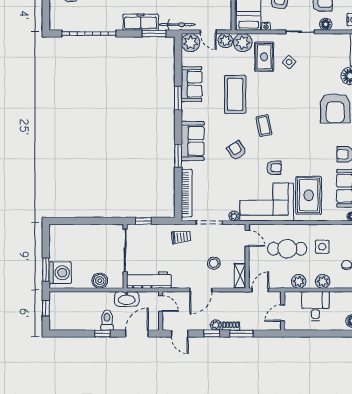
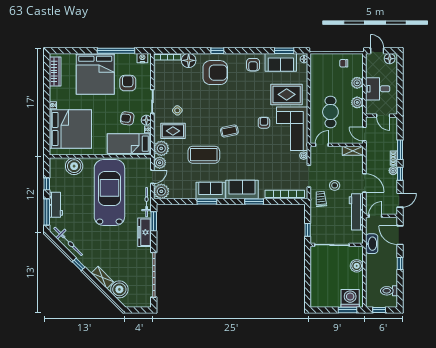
floor lamp: (326, 24) -> (146, 120), moved
sofa: (191, 84) -> (211, 191), moved
armchair: (236, 150) -> (250, 154), removed
side table: (322, 247) -> (329, 83), removed
stool: (214, 263) -> (335, 185), moved
workbench: (149, 280) -> (356, 212), moved
toilet: (107, 320) -> (389, 291), moved

